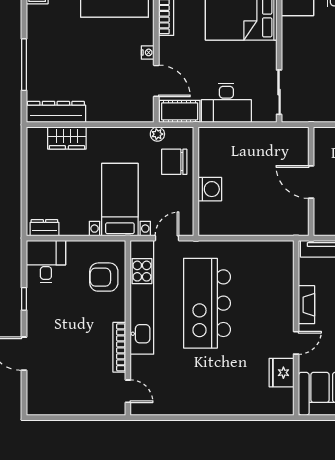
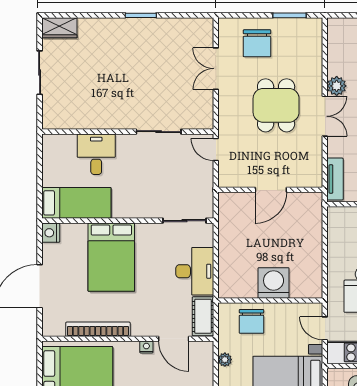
door: (156, 81) -> (174, 339), swing flipped
plant: (157, 134) -> (225, 360), moved
washing machine: (210, 189) -> (274, 283), width x1.37, depth x1.37

